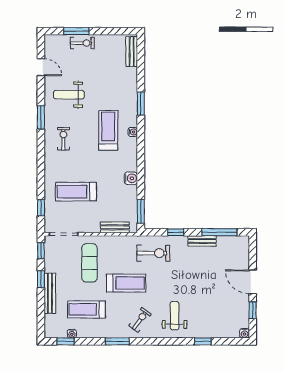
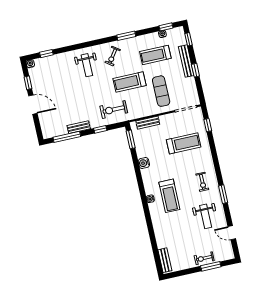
weight bench: (69, 95) -> (206, 216), turned 90
window: (141, 104) -> (149, 222), removed
window: (41, 251) -> (189, 39), moved
treadmill: (86, 309) -> (155, 55), turned 180
window: (203, 341) -> (46, 54), moved

